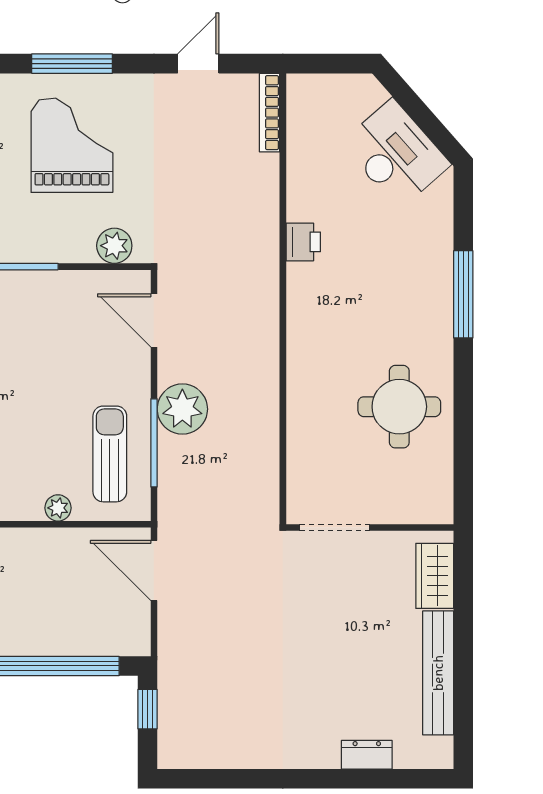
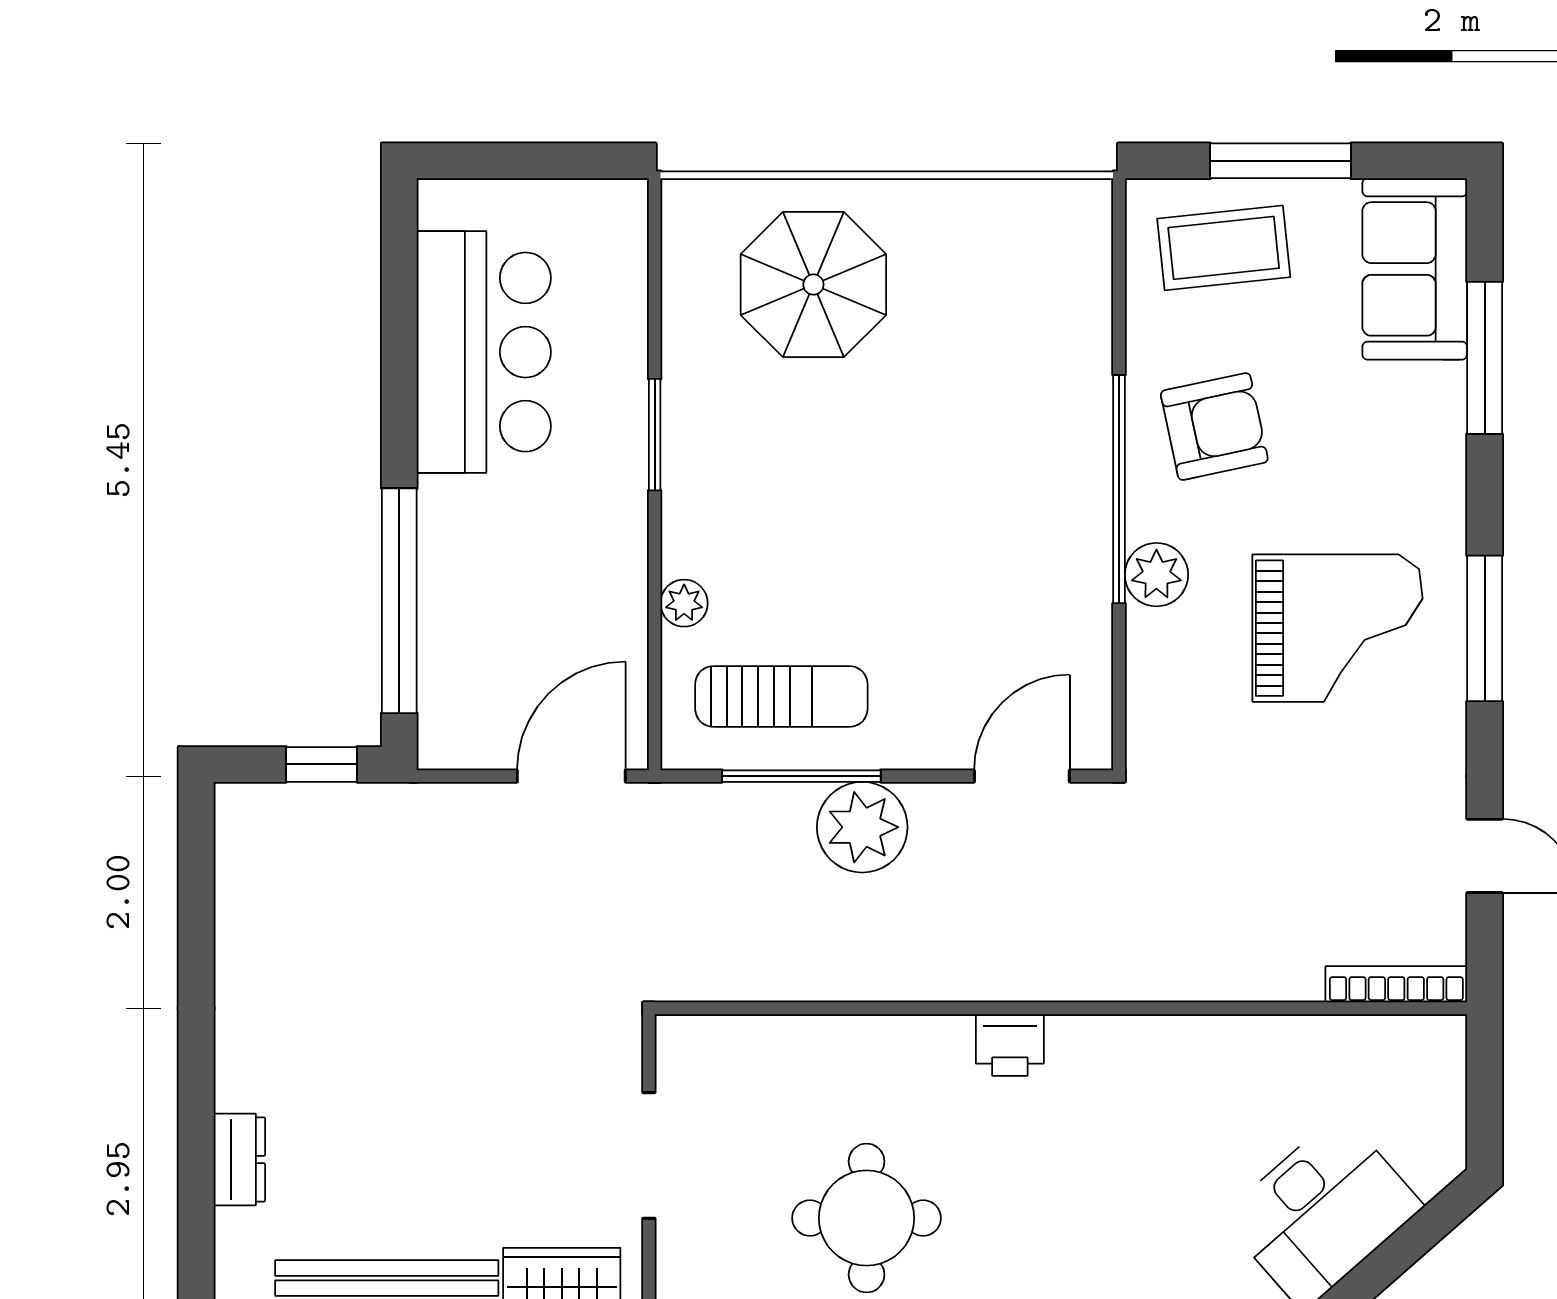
printer: (303, 242) -> (1010, 1045), moved
plant: (114, 246) -> (1156, 575), moved
doorway: (335, 527) -> (649, 1155), moved

